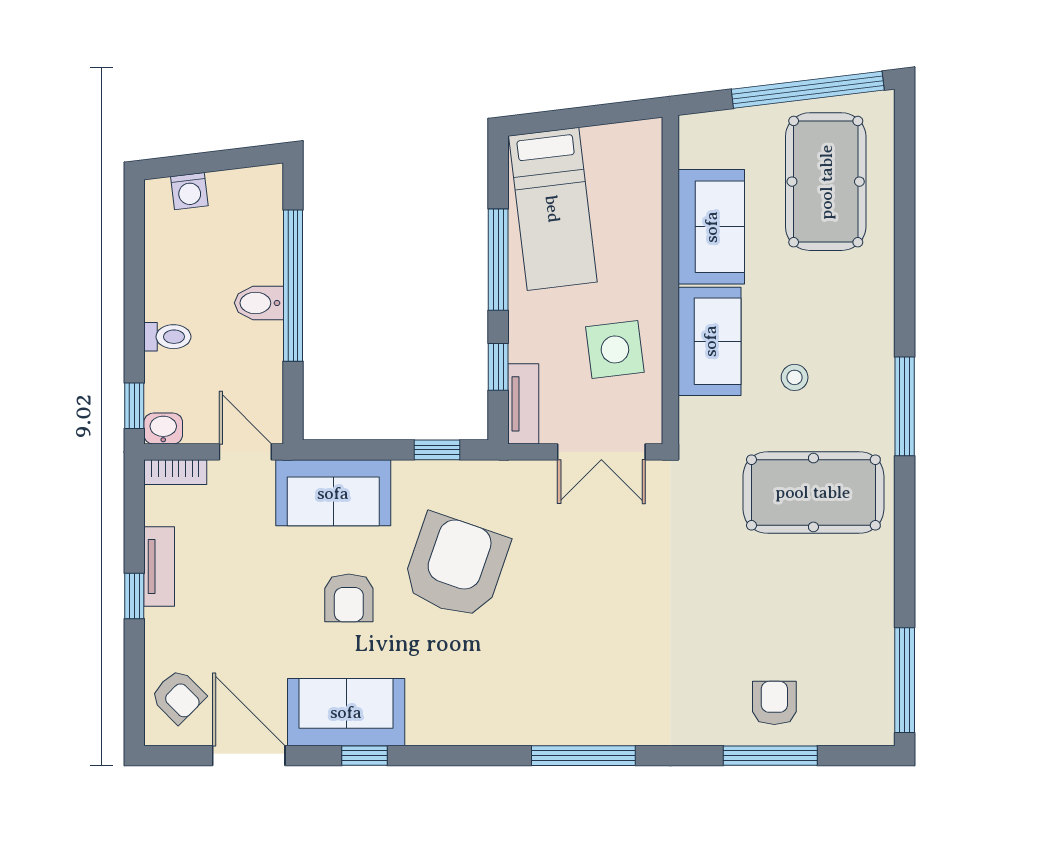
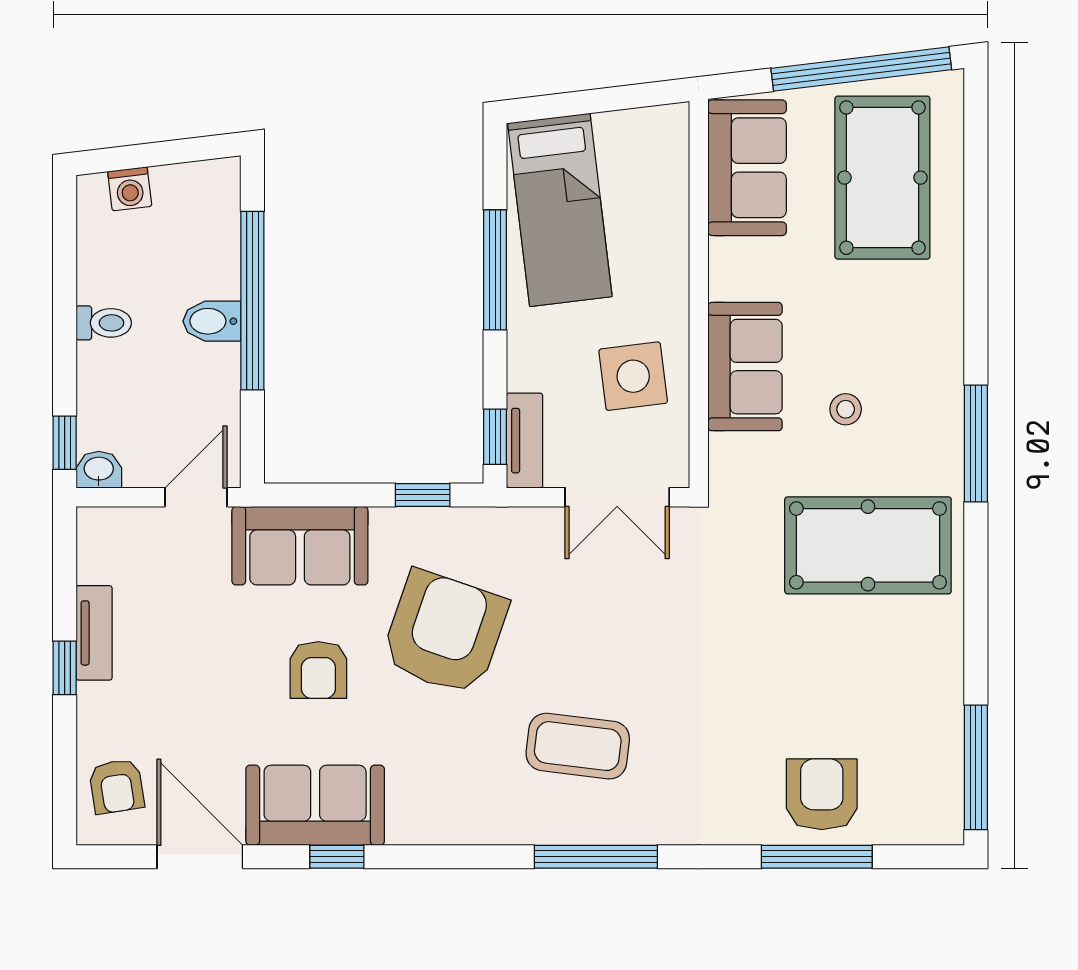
sofa: (711, 227) -> (747, 168), moved
toilet: (167, 337) -> (104, 323), moved
window: (498, 367) -> (495, 437), moved
door: (245, 452) -> (196, 497), hinge flipped
bookcase: (175, 472) -> (113, 521), removed
coffee table: (568, 662) -> (578, 746), added
armchair: (178, 696) -> (116, 786), turned 36
armchair: (774, 703) -> (822, 794), width x1.38, depth x1.38

